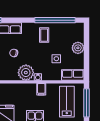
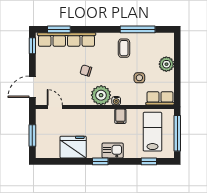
window: (55, 20) -> (138, 29), width x0.68

